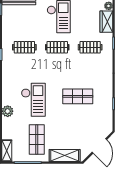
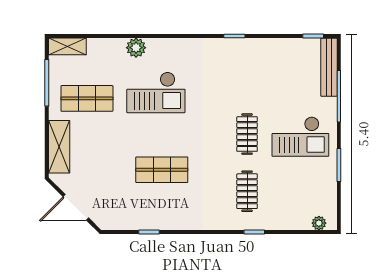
wardrobe: (106, 22) -> (292, 219), removed
clothes rail: (24, 47) -> (247, 77), removed
shop shelf: (78, 96) -> (162, 170), turned 90

